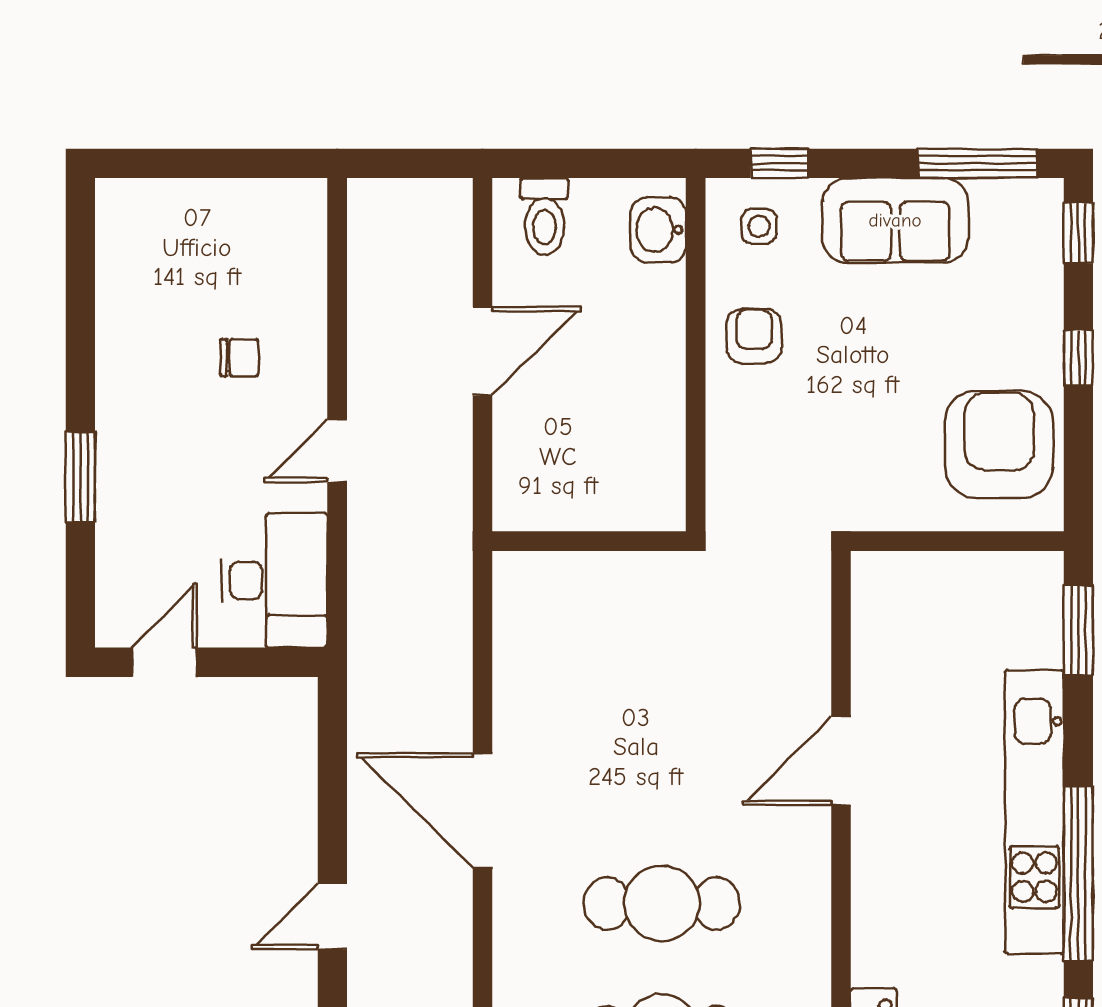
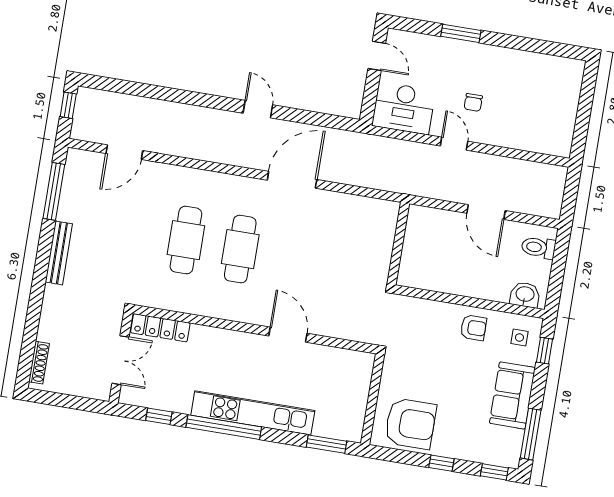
chair: (240, 358) -> (473, 102), moved

